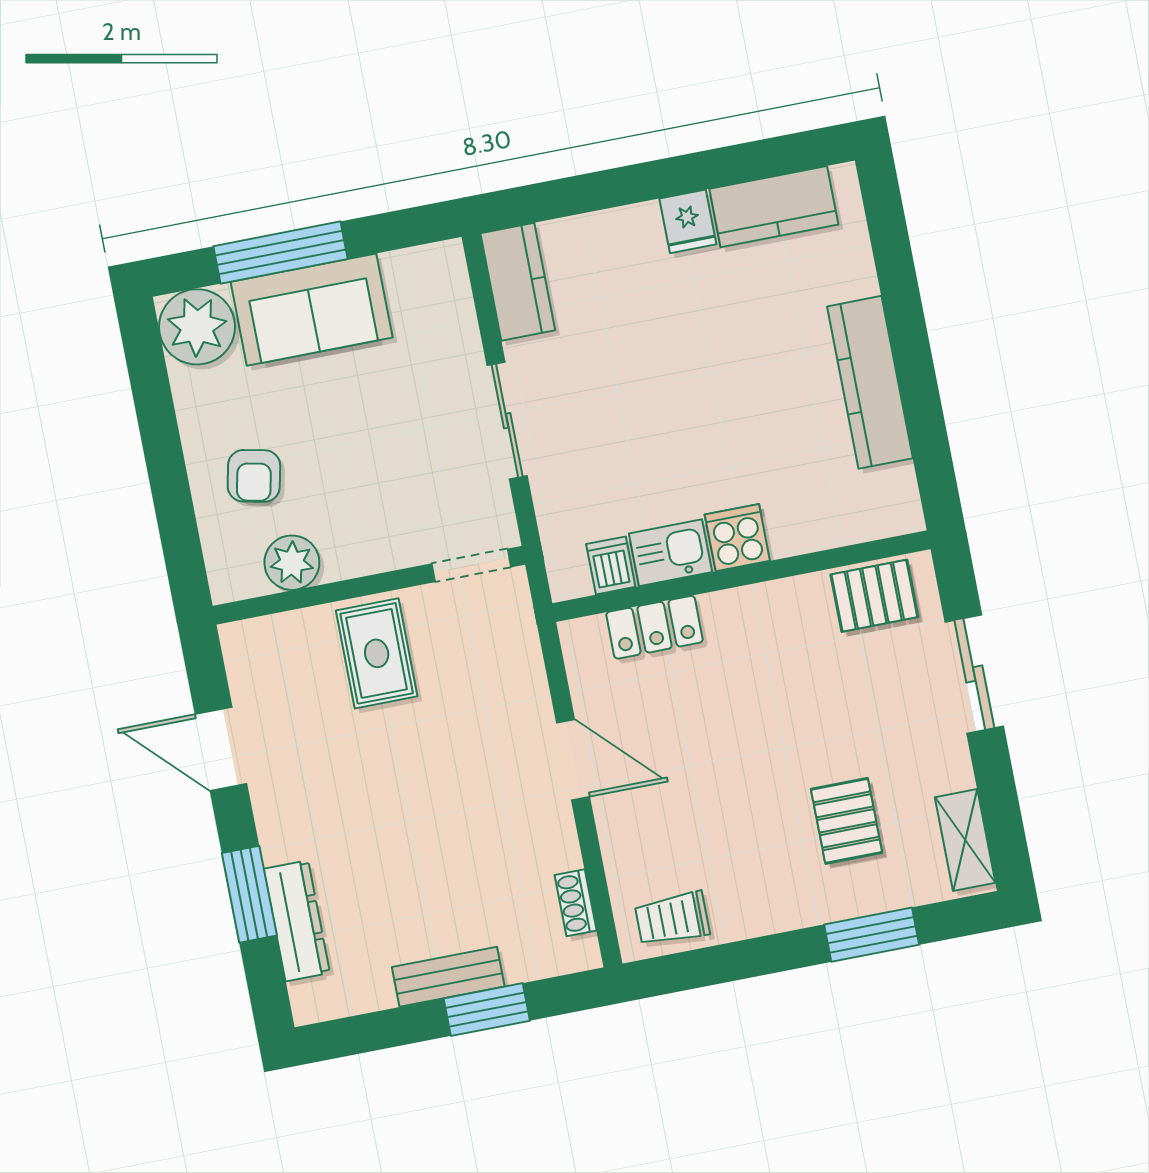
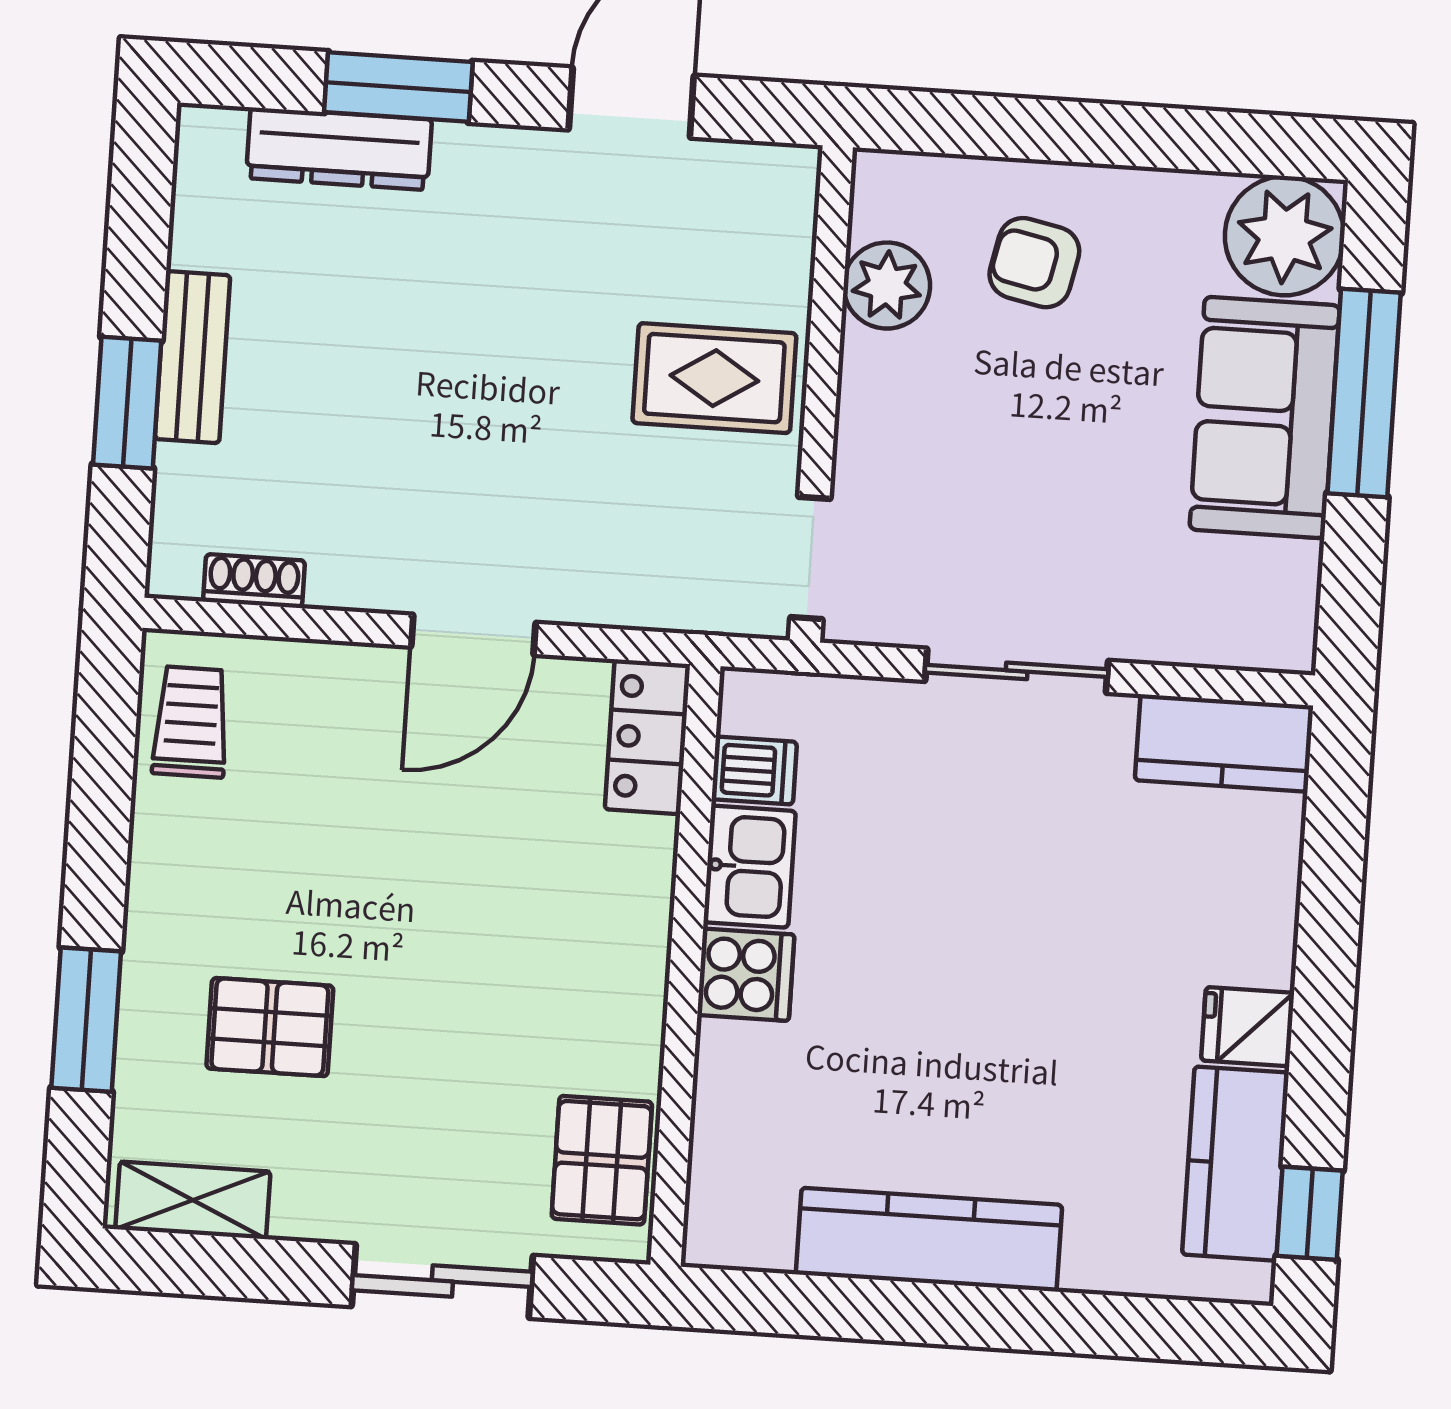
window: (792, 153) -> (1310, 1213), added
locker: (655, 627) -> (647, 737), moved

